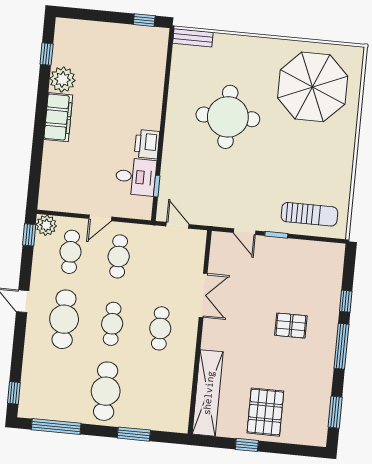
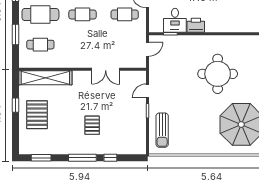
cafe table: (160, 328) -> (40, 45), moved
pallet: (265, 412) -> (37, 115), turned 90

